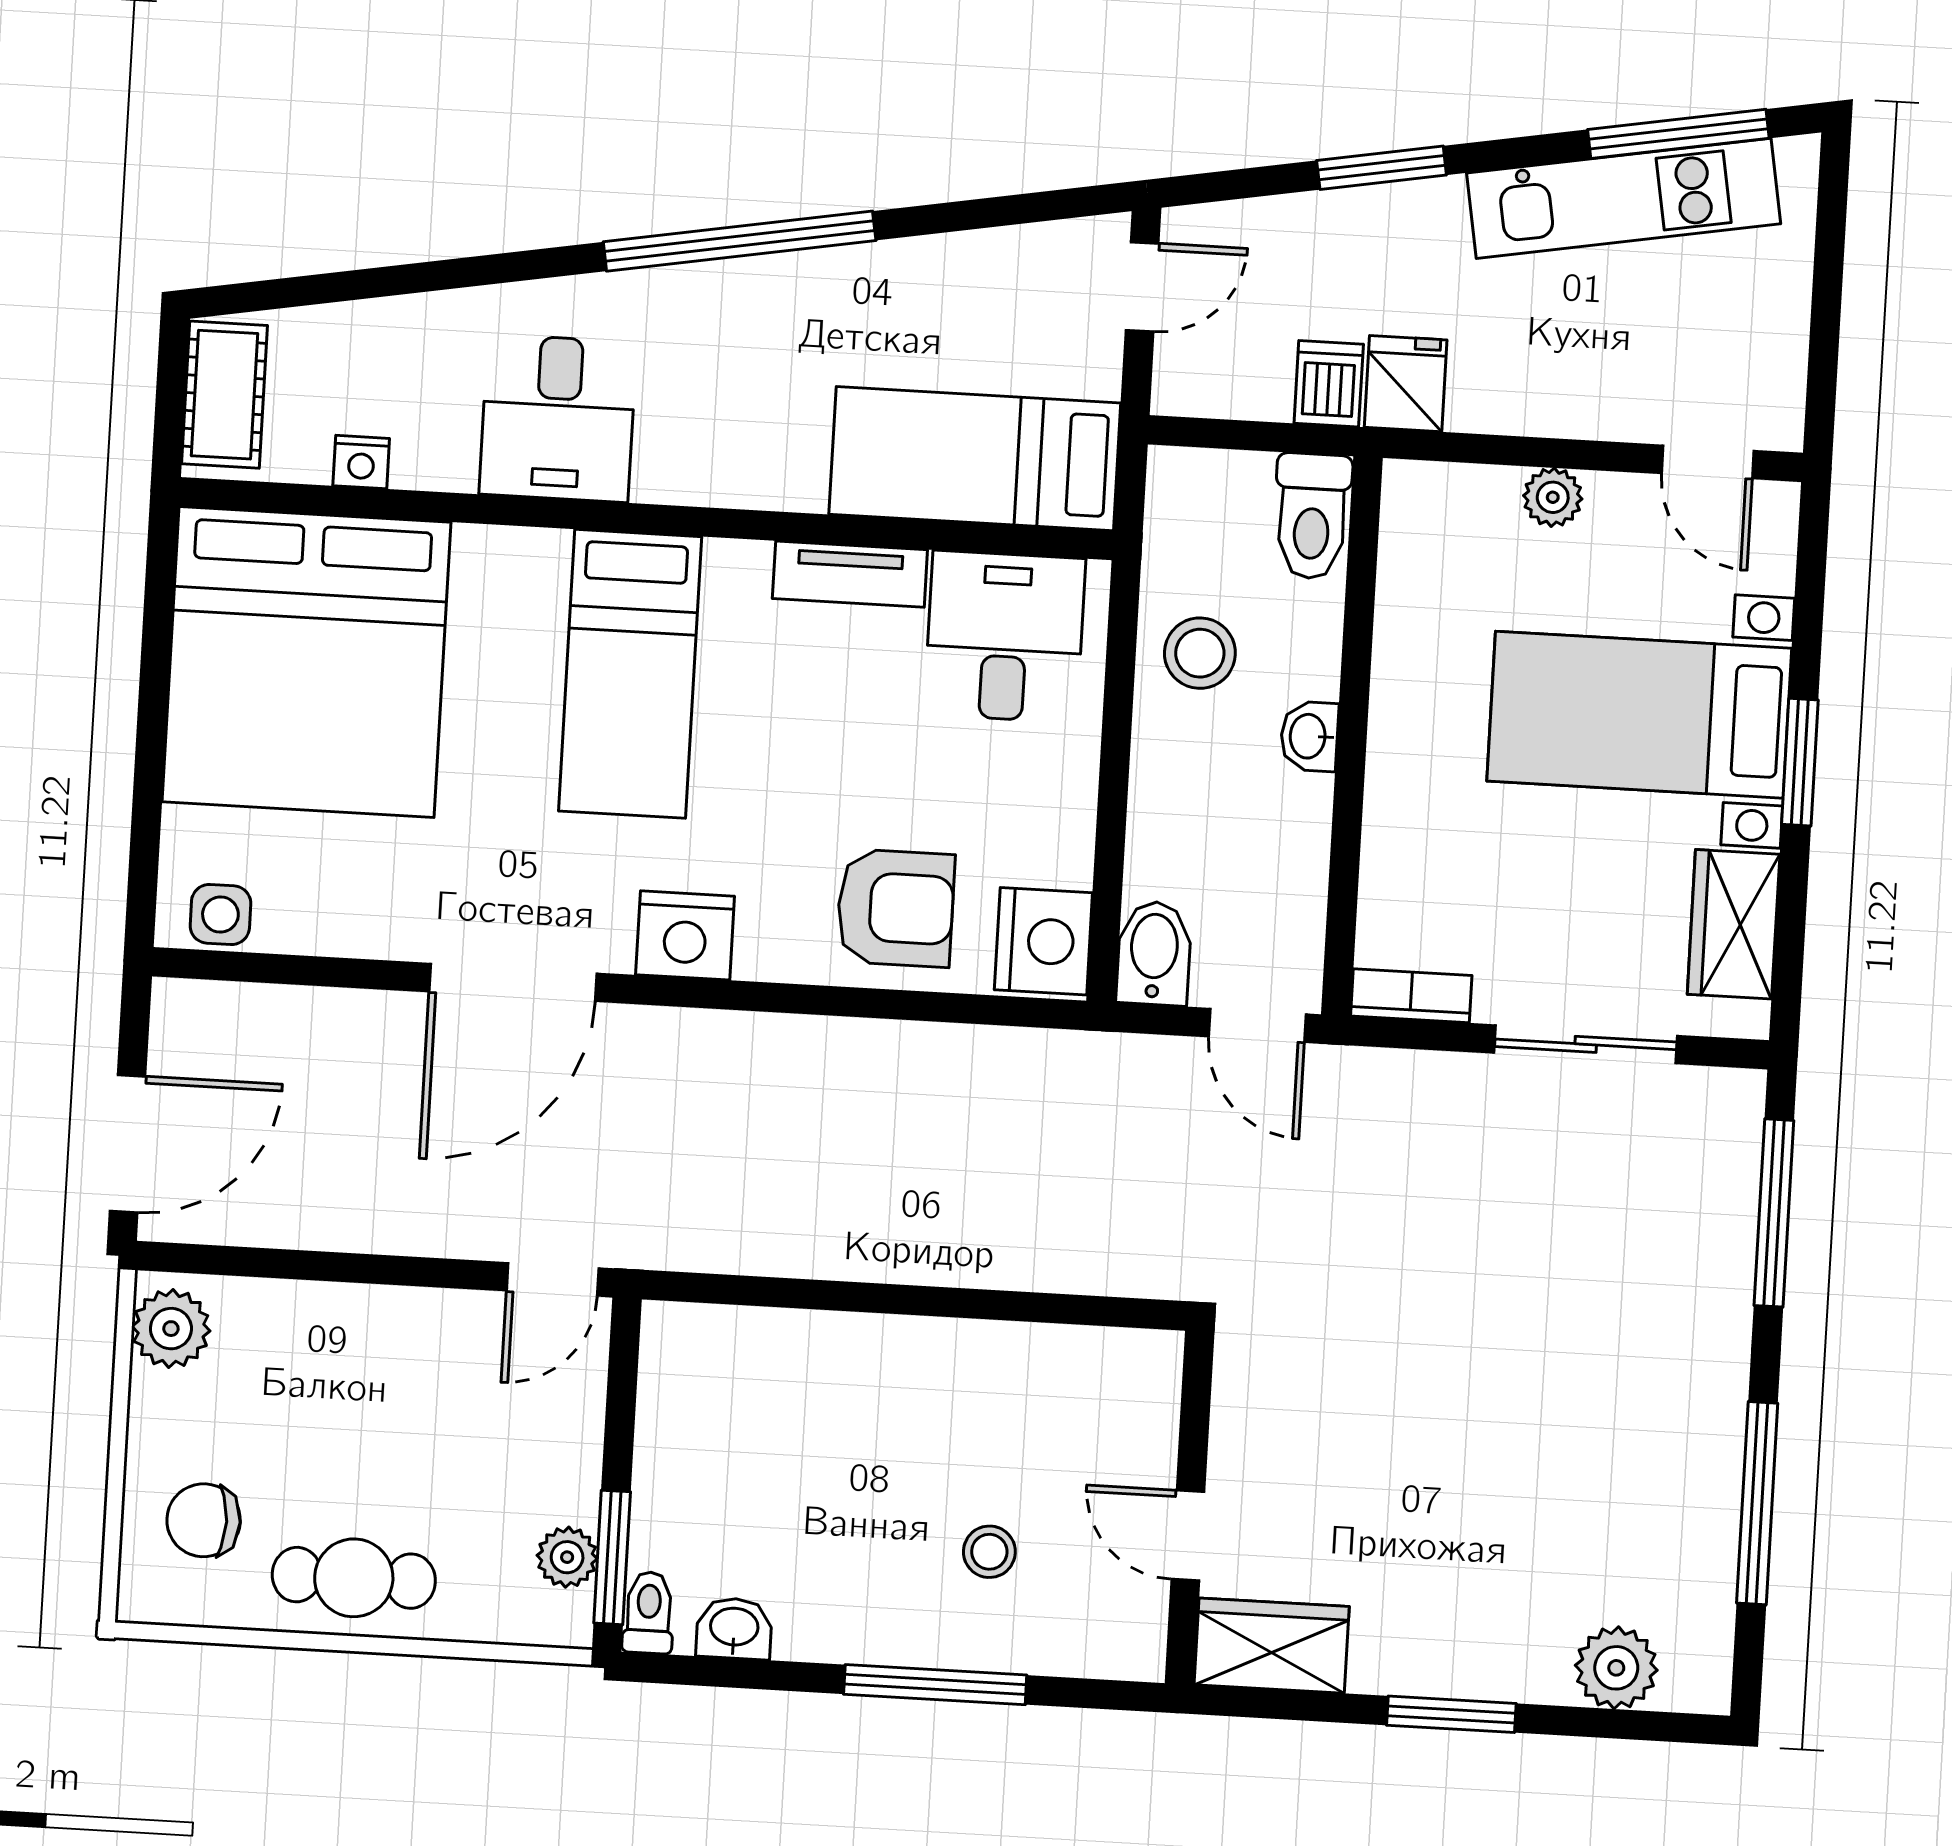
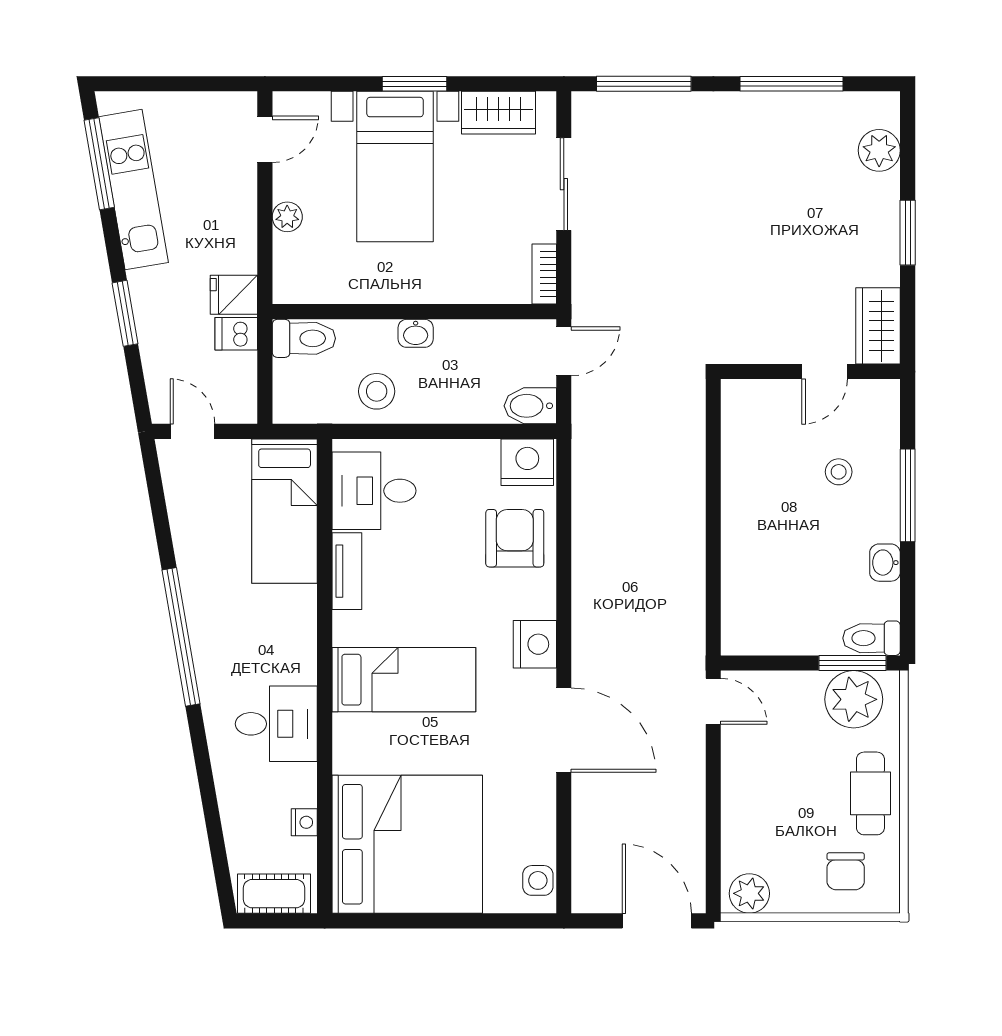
plant: (567, 1557) -> (854, 699), width x1.88, depth x1.88
toilet: (649, 1613) -> (872, 638), width x1.37, depth x1.39
washbasin: (734, 1628) -> (885, 563), moved

